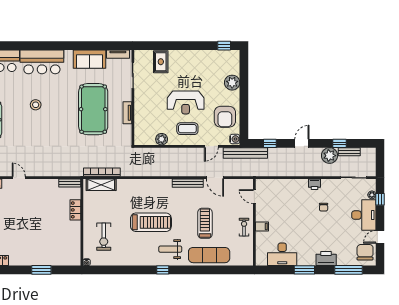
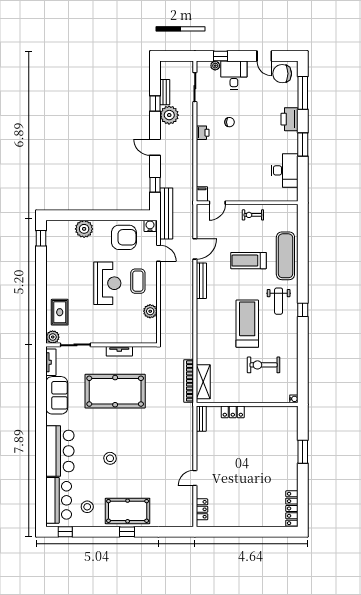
plant: (140, 56) -> (53, 337), added
rug: (161, 62) -> (60, 312), turned 90
desk: (364, 215) -> (234, 75), width x0.73
filing cabinet: (262, 227) -> (202, 194), moved
exercise bike: (104, 237) -> (264, 365), moved, turned 180

